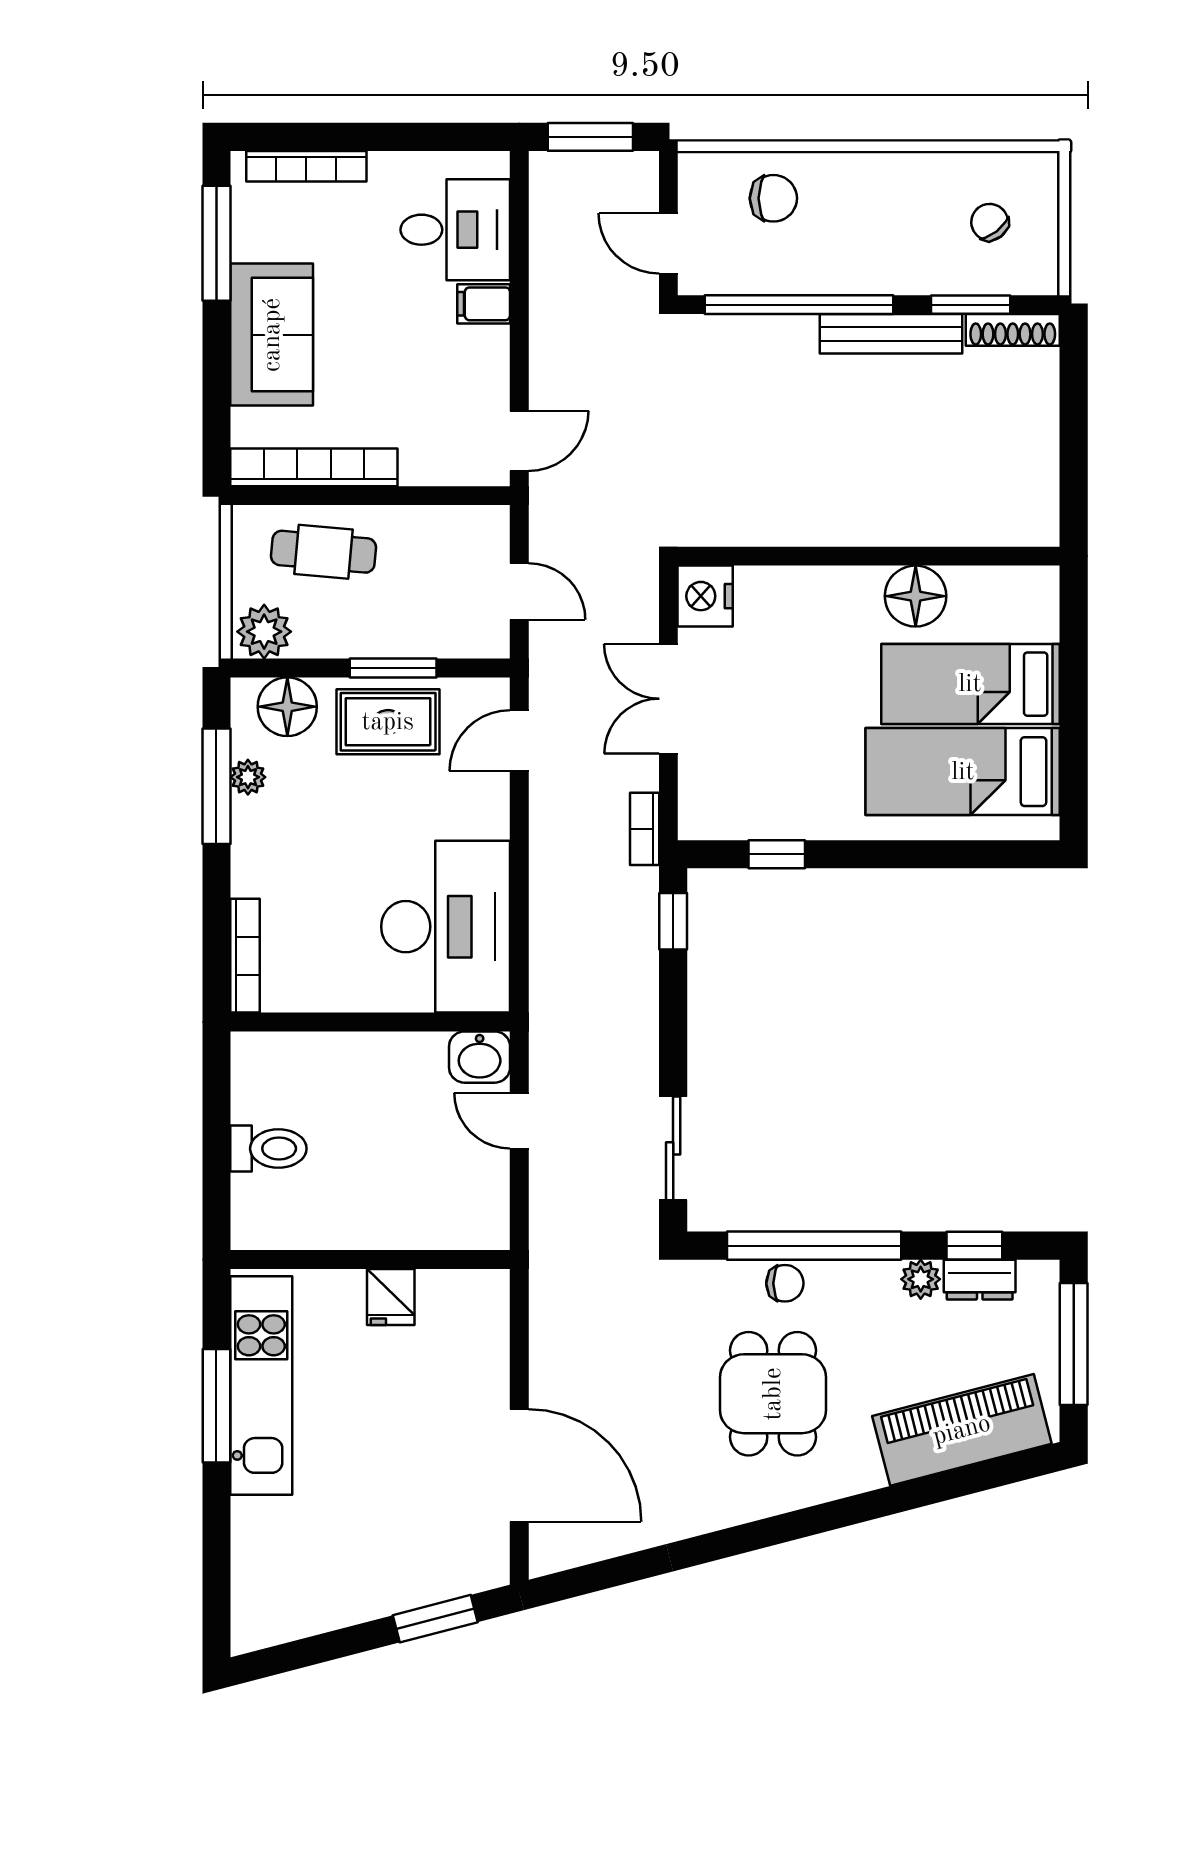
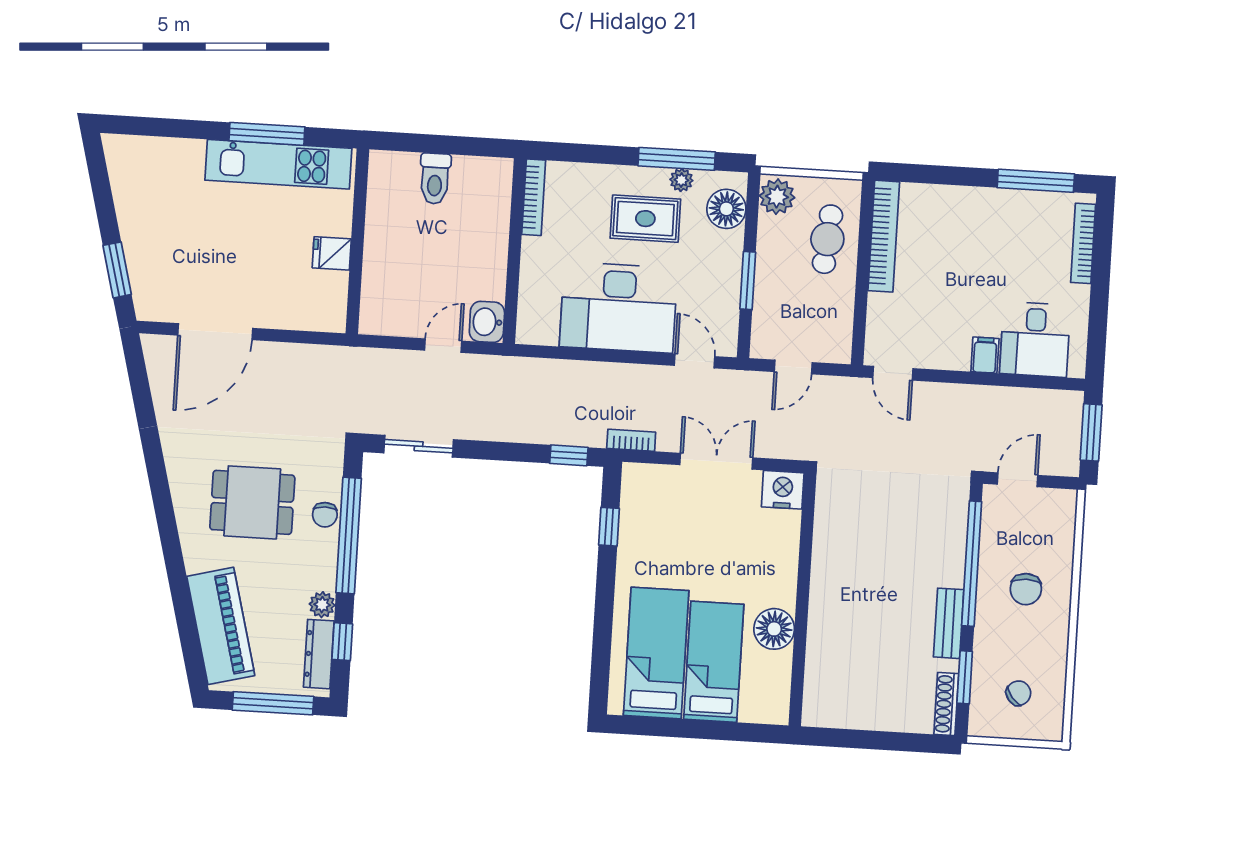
chair: (773, 198) -> (1026, 589), moved
bench: (891, 334) -> (949, 623), width x0.73
sofa: (272, 335) -> (973, 214), removed
rug: (388, 722) -> (645, 219), moved, turned 90
desk: (446, 927) -> (618, 307), moved
bookcase: (245, 956) -> (534, 197), moved, turned -90
dresser: (980, 1280) -> (319, 654), width x1.44

